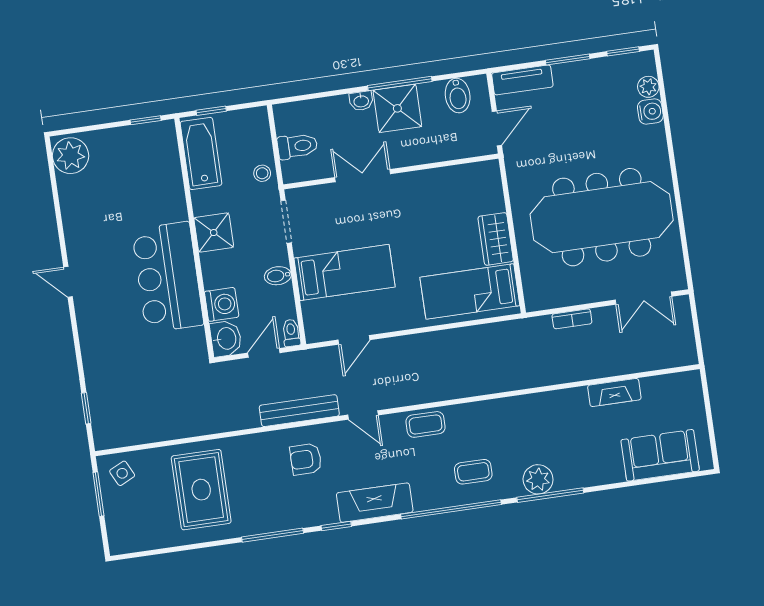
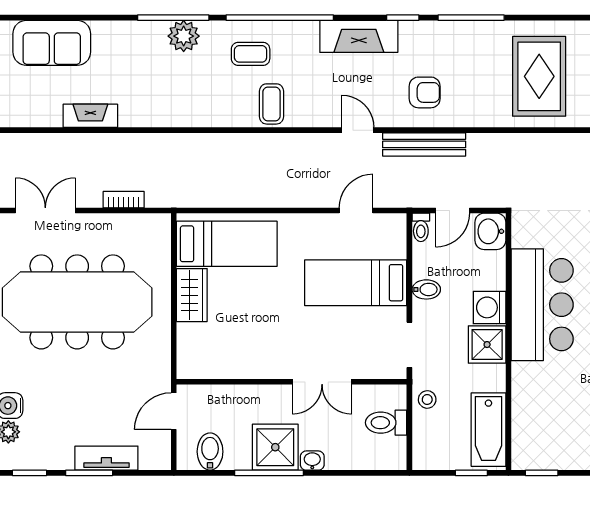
tv unit: (522, 80) -> (106, 458), moved
washing machine: (222, 304) -> (490, 307), moved
coffee table: (426, 424) -> (272, 104), moved, turned 90

